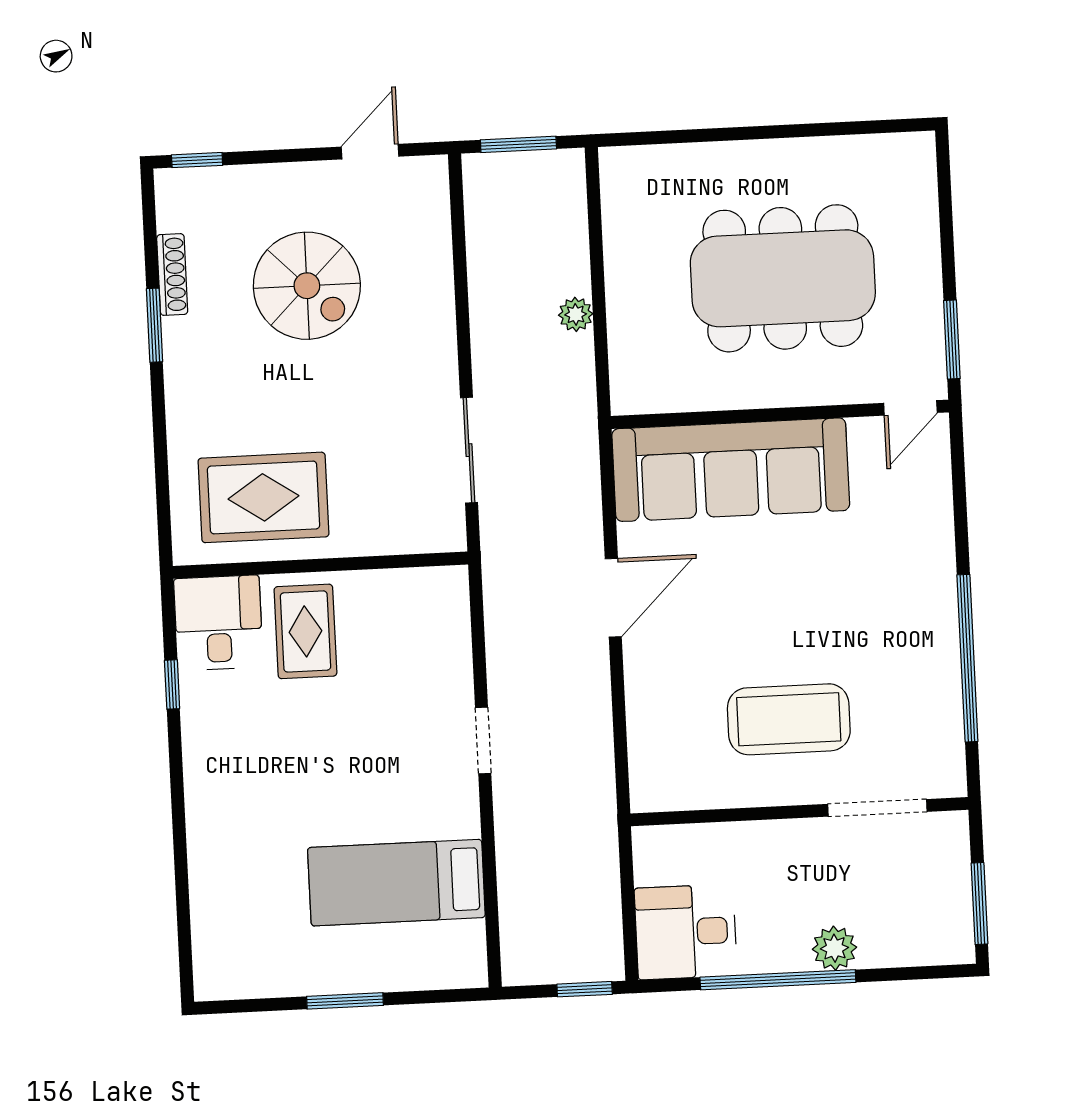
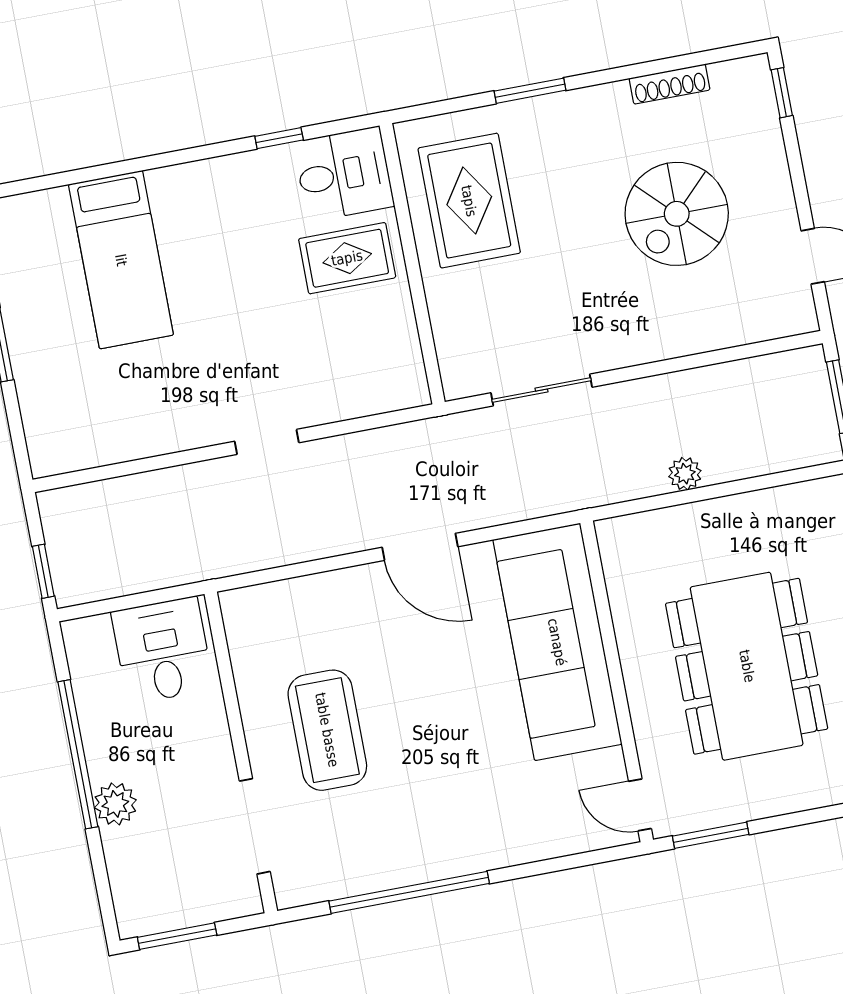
window: (155, 325) -> (530, 91), moved
bed: (396, 883) -> (121, 260), moved, turned 180
desk: (686, 932) -> (162, 650), moved

